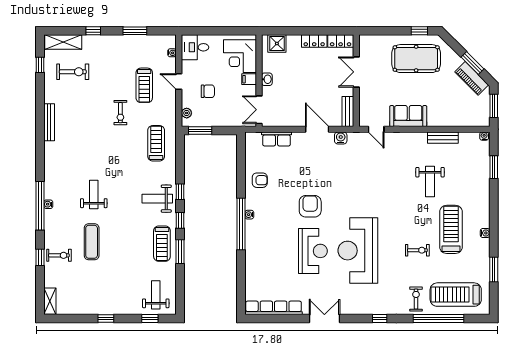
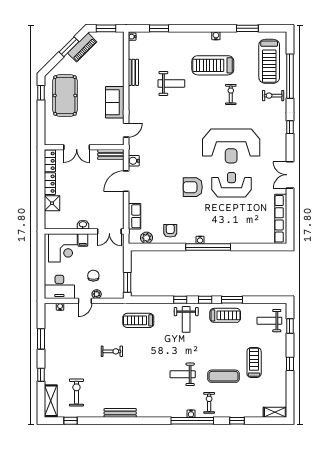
shower: (277, 44) -> (52, 203), moved
desk: (195, 47) -> (59, 287), width x1.37
treadmill: (144, 85) -> (254, 363), moved, turned -90
plant: (187, 113) -> (97, 294), moved
plant: (252, 153) -> (146, 238), added
exercise bike: (59, 255) -> (209, 403), moved

